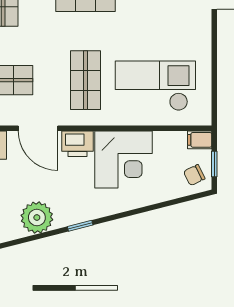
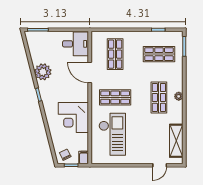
door: (38, 128) -> (90, 72), hinge flipped
printer: (78, 144) -> (82, 93), removed

